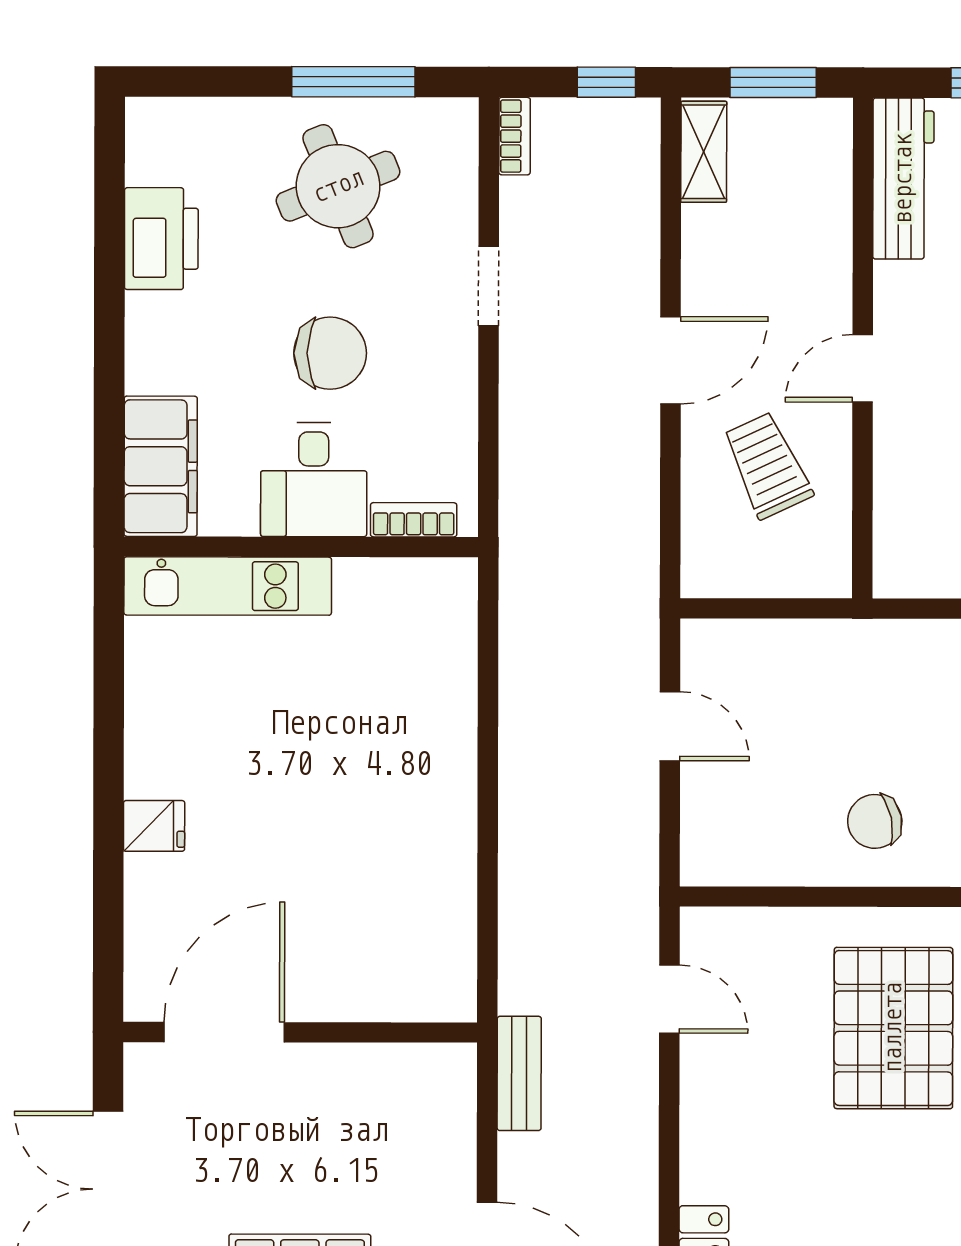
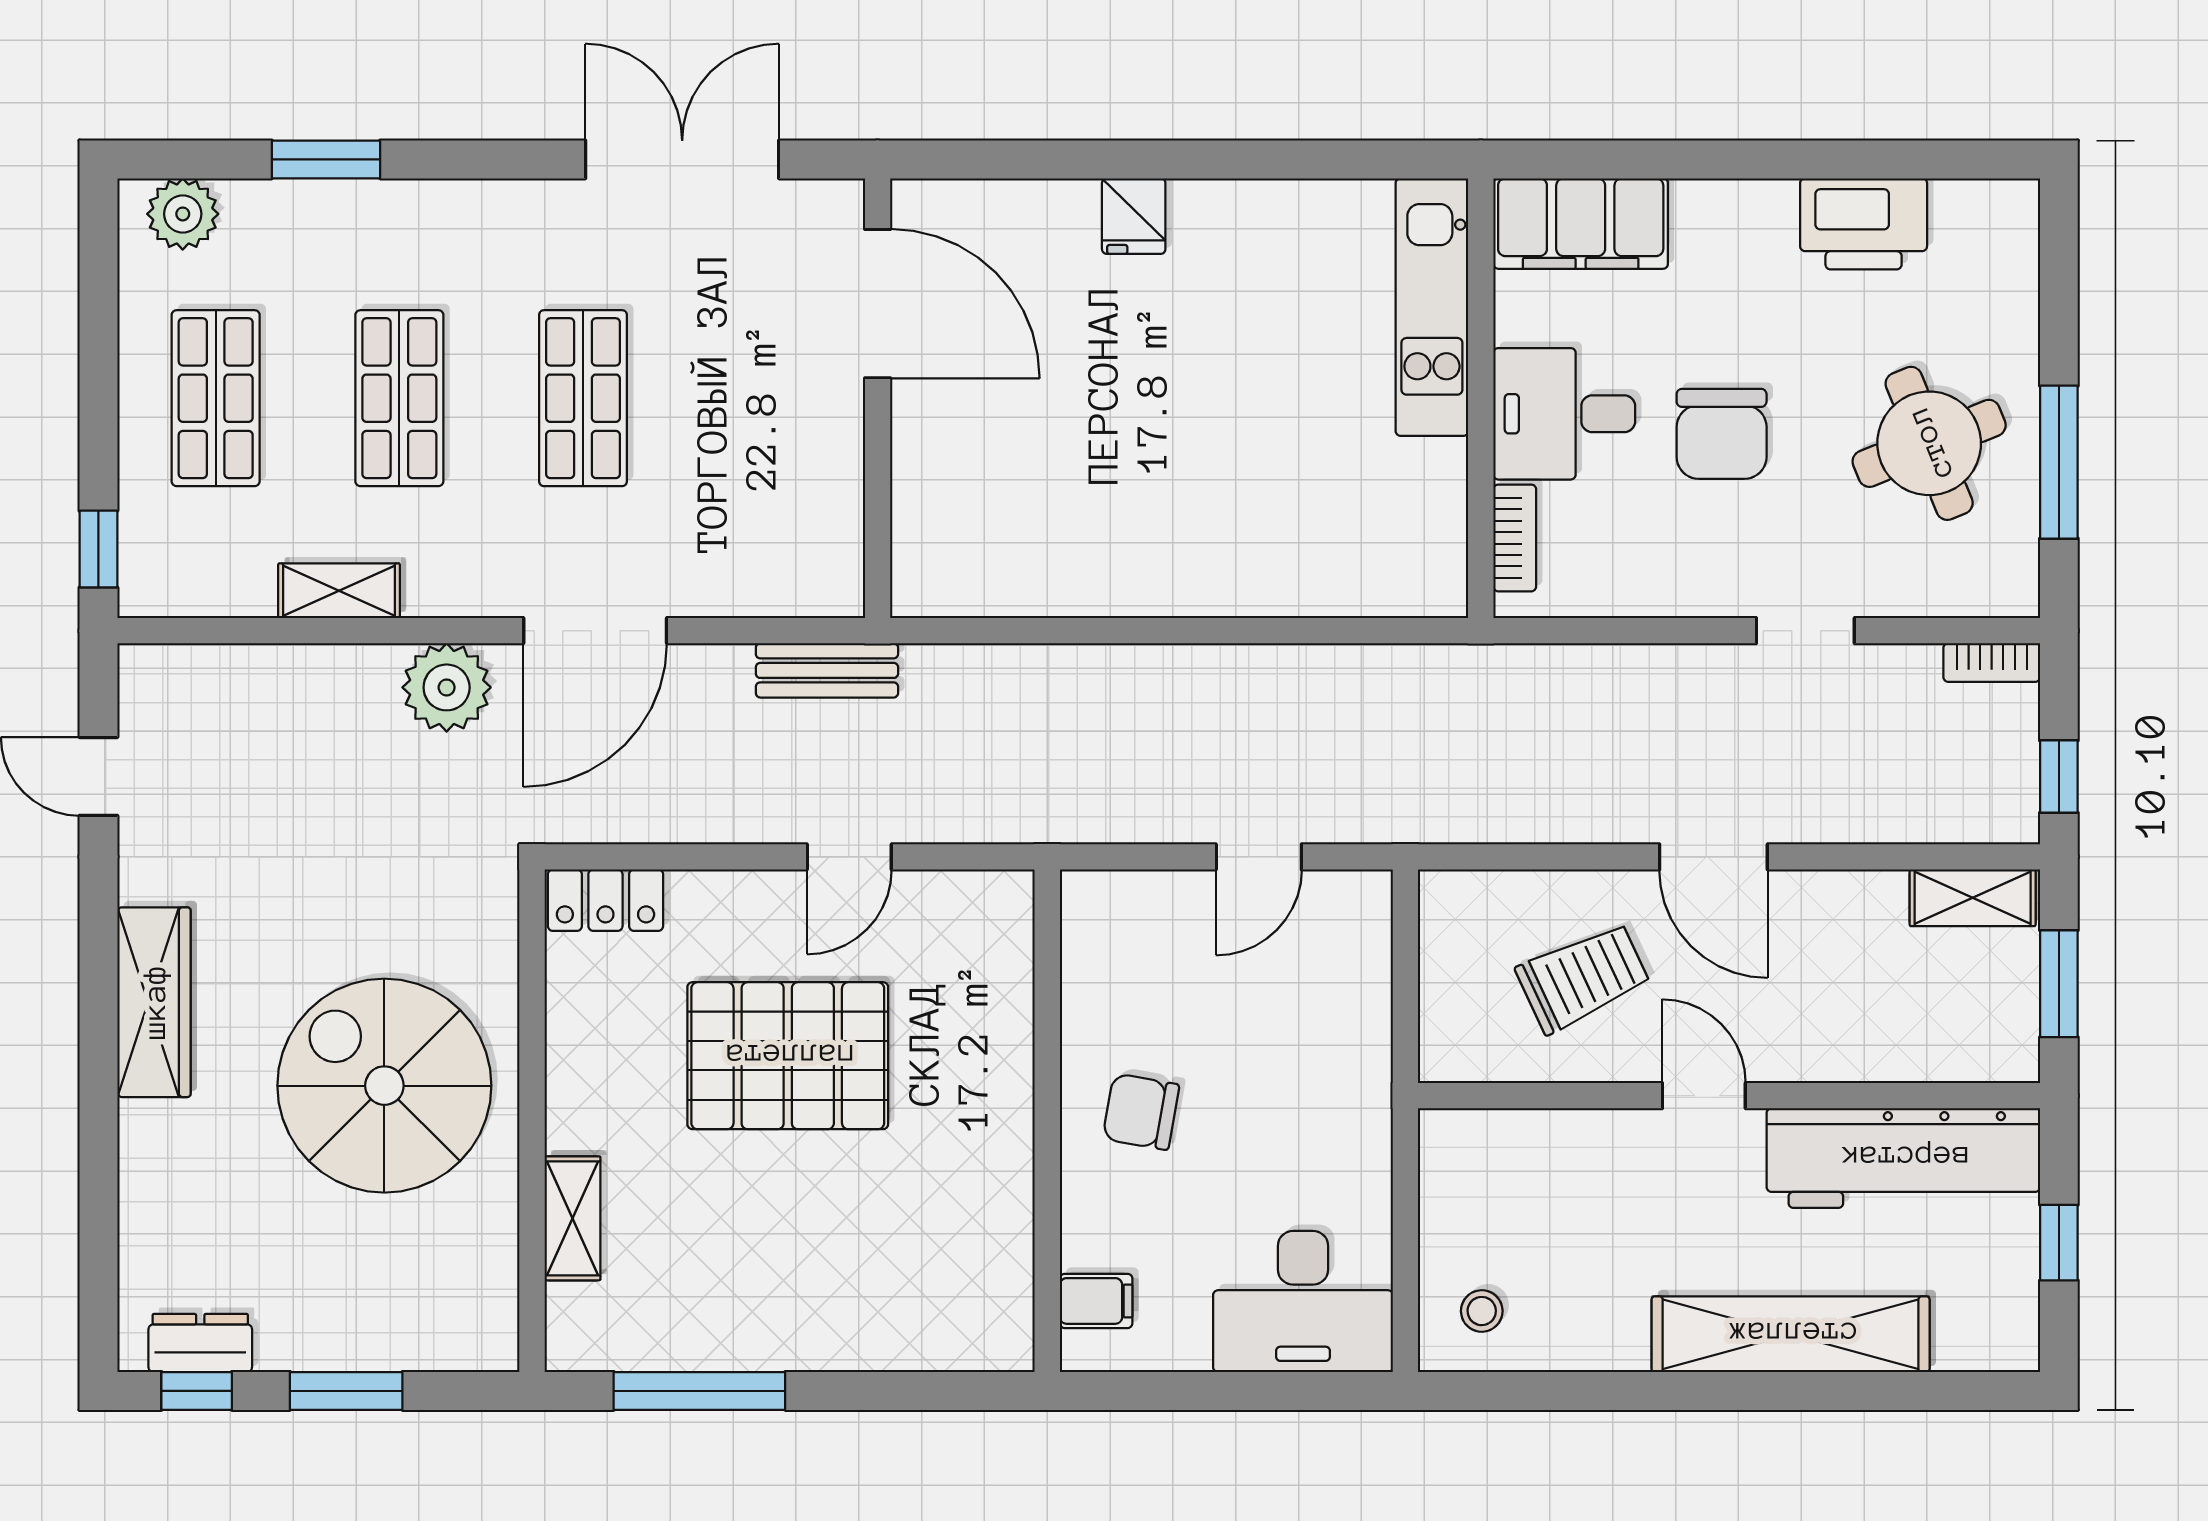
workbench: (903, 179) -> (1903, 1158), width x1.36, depth x1.32
chair: (875, 821) -> (1141, 1112), turned -68
door: (669, 999) -> (849, 857), moved
pallet: (893, 1028) -> (788, 1056), moved

